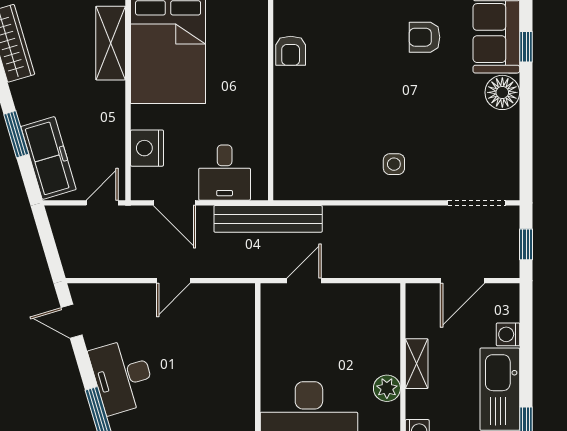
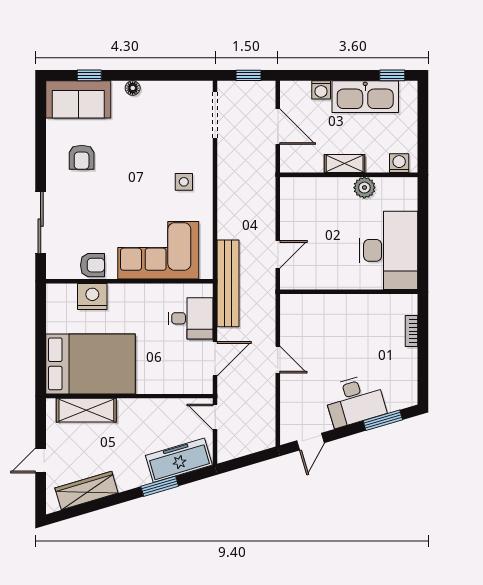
floor lamp: (502, 92) -> (133, 88), width x0.53, depth x0.53
corner sofa: (309, 132) -> (158, 250), added
nightstand: (147, 148) -> (92, 296), moved, turned 180
door: (304, 281) -> (278, 254), swing flipped

